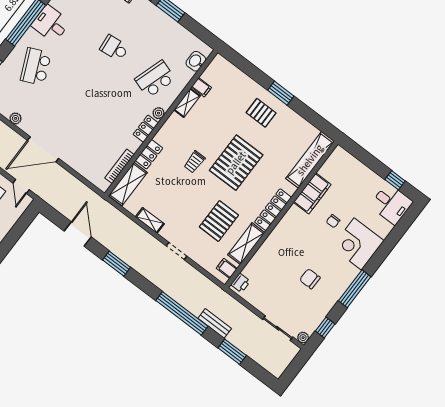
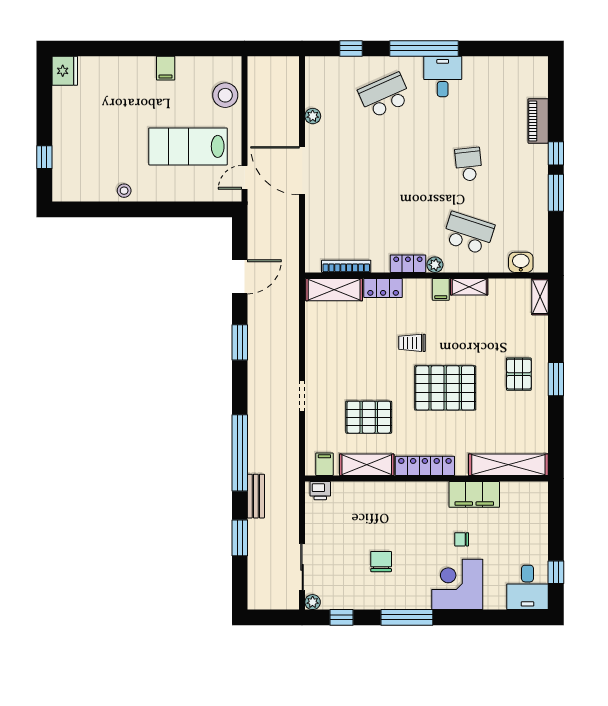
filing cabinet: (201, 87) -> (441, 289), moved
shelving: (150, 220) -> (540, 297), moved

